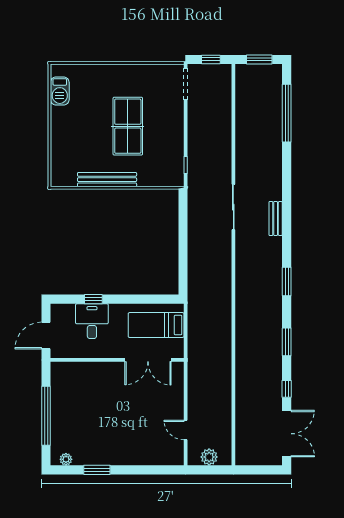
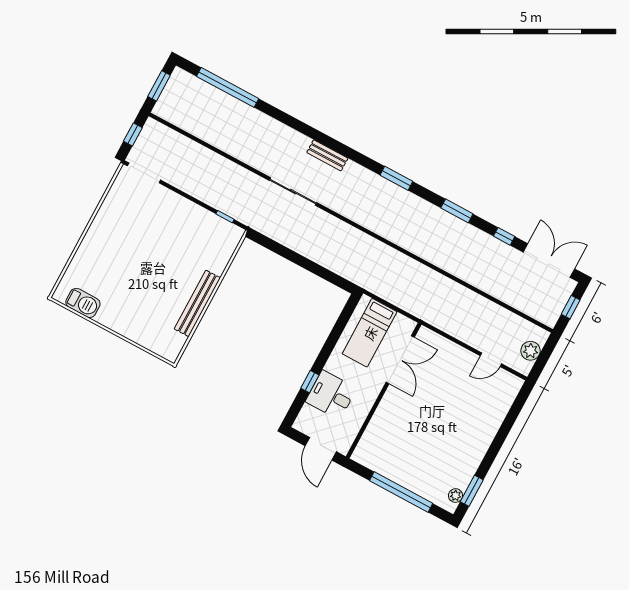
table tennis table: (128, 126) -> (155, 254), removed
window: (97, 470) -> (472, 491), moved
window: (260, 470) -> (571, 307), added

